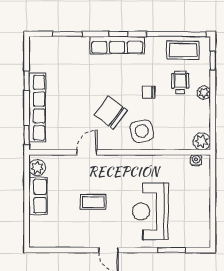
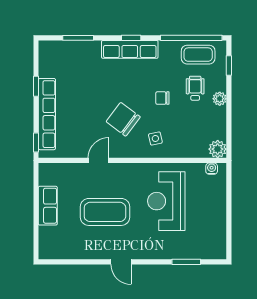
side table: (142, 131) -> (155, 138), width x0.54, depth x0.54
plant: (37, 168) -> (47, 176), removed
coffee table: (93, 202) -> (105, 212), width x1.86, depth x1.72
reception desk: (150, 211) -> (166, 201), moved

